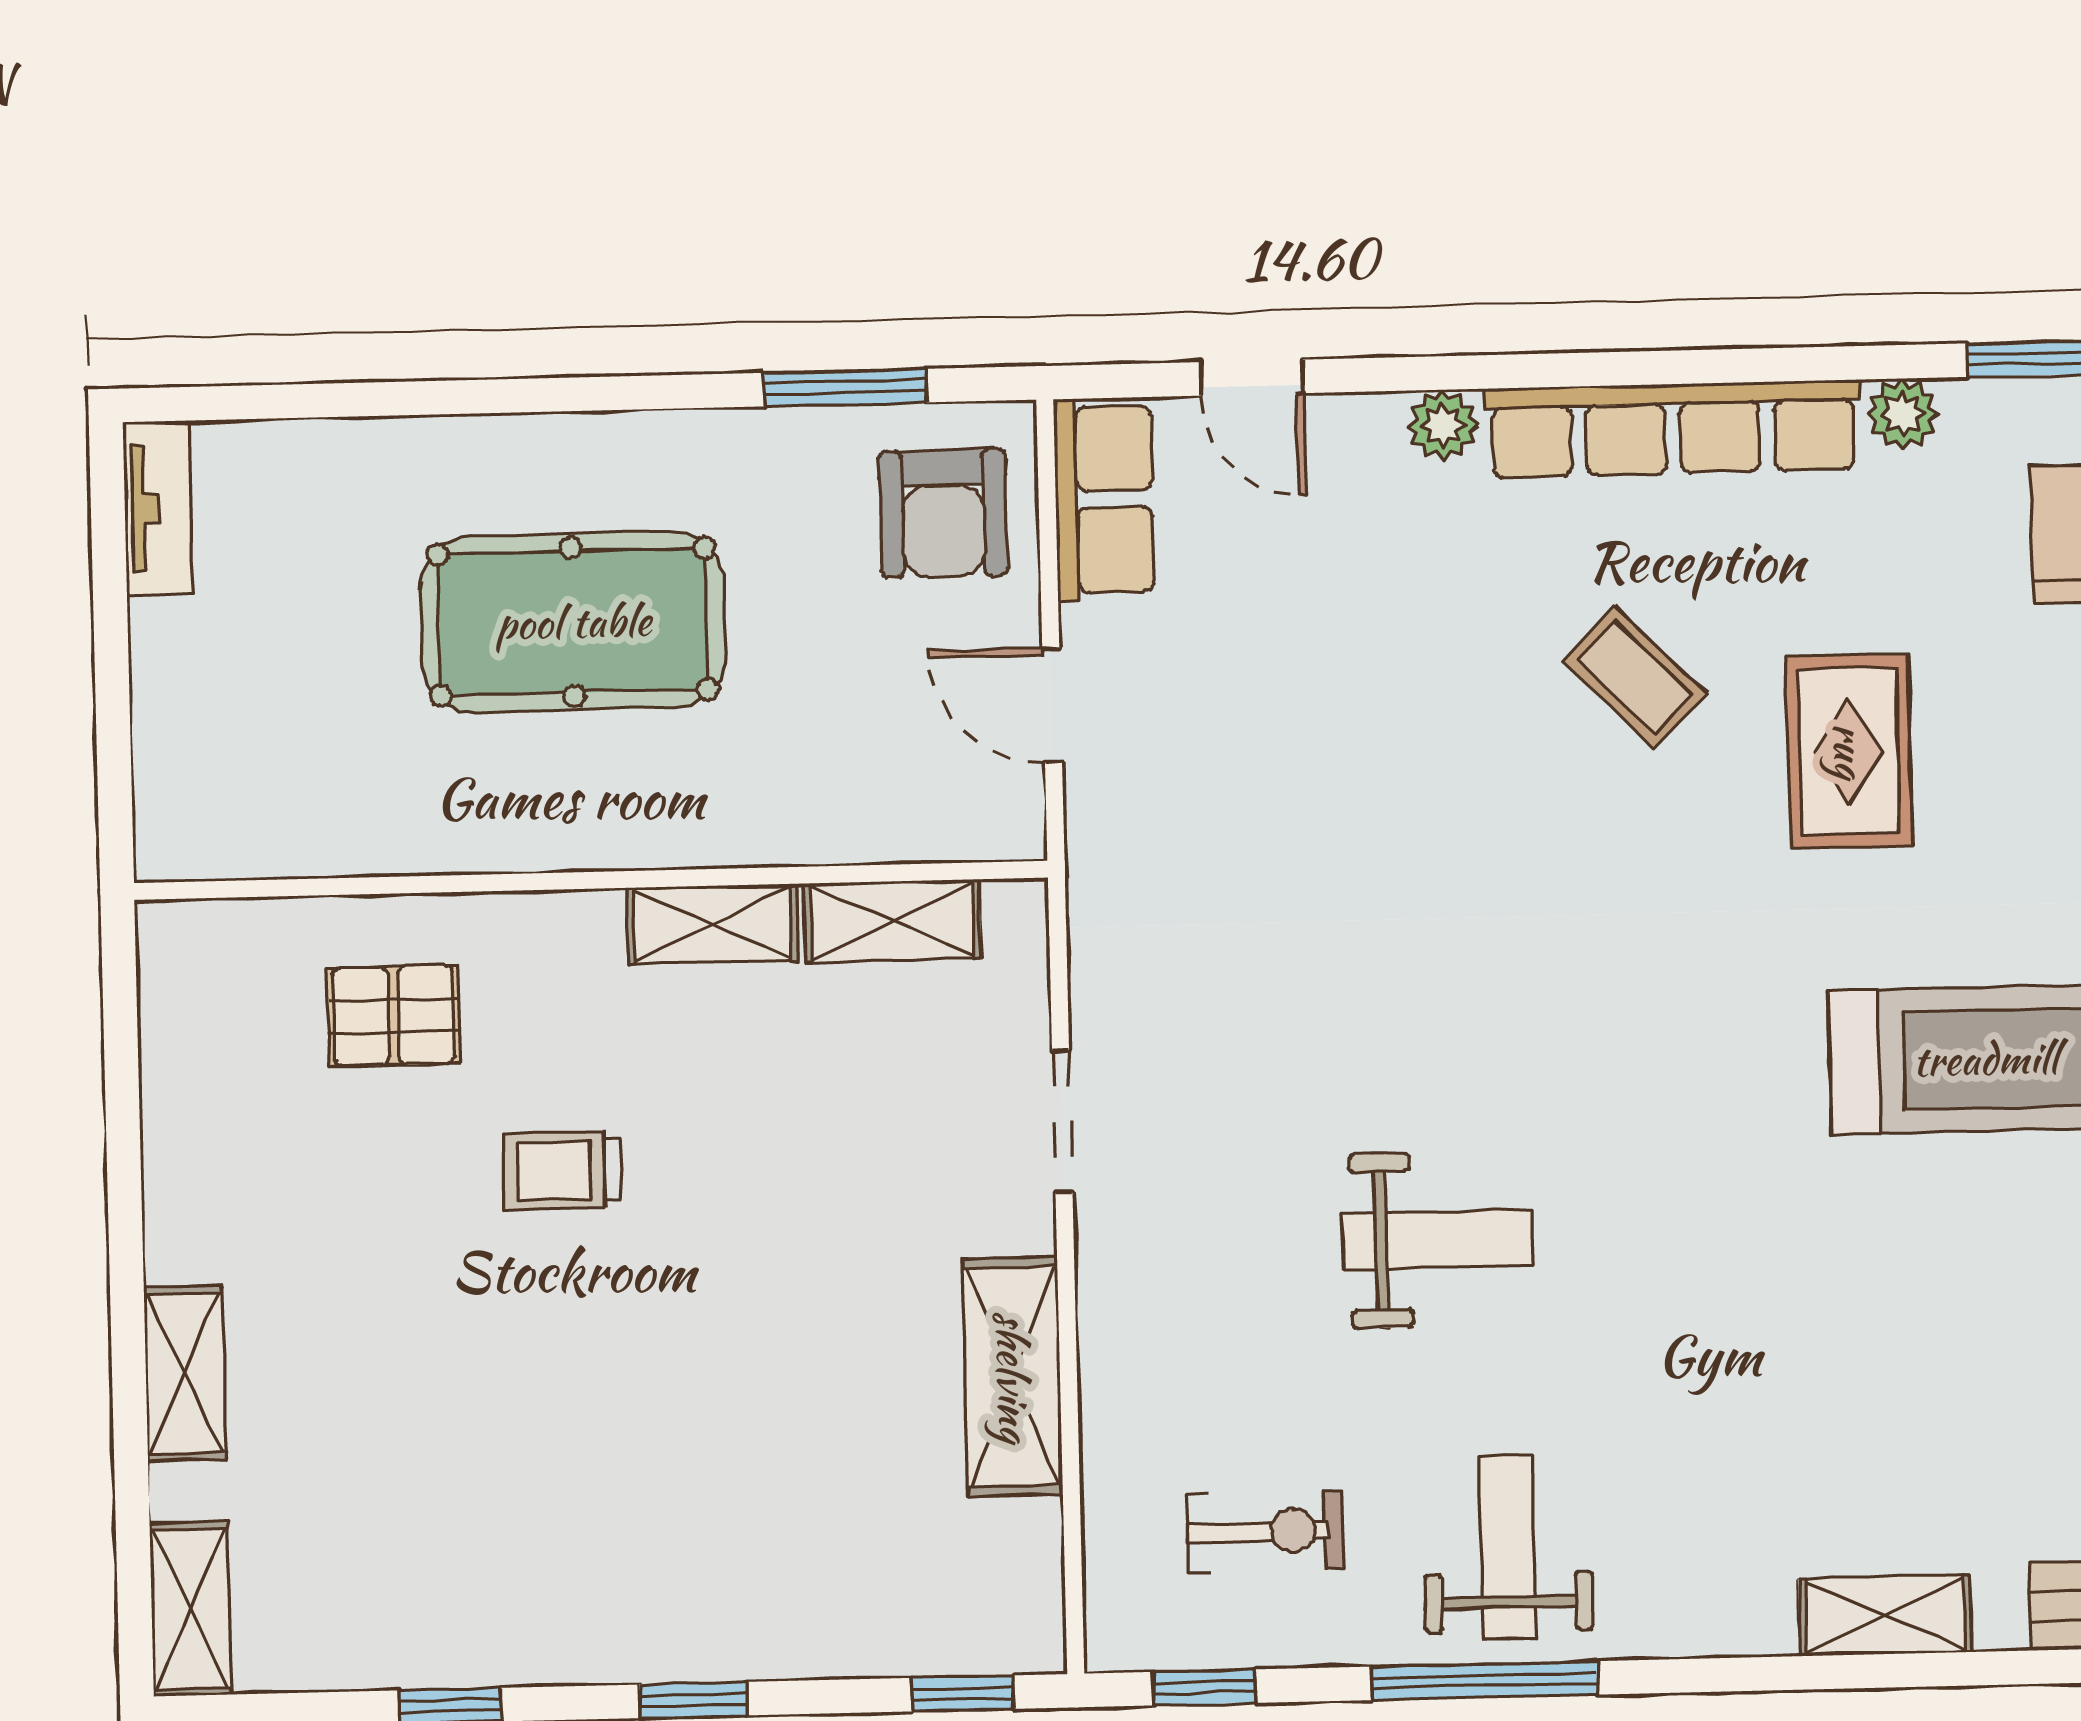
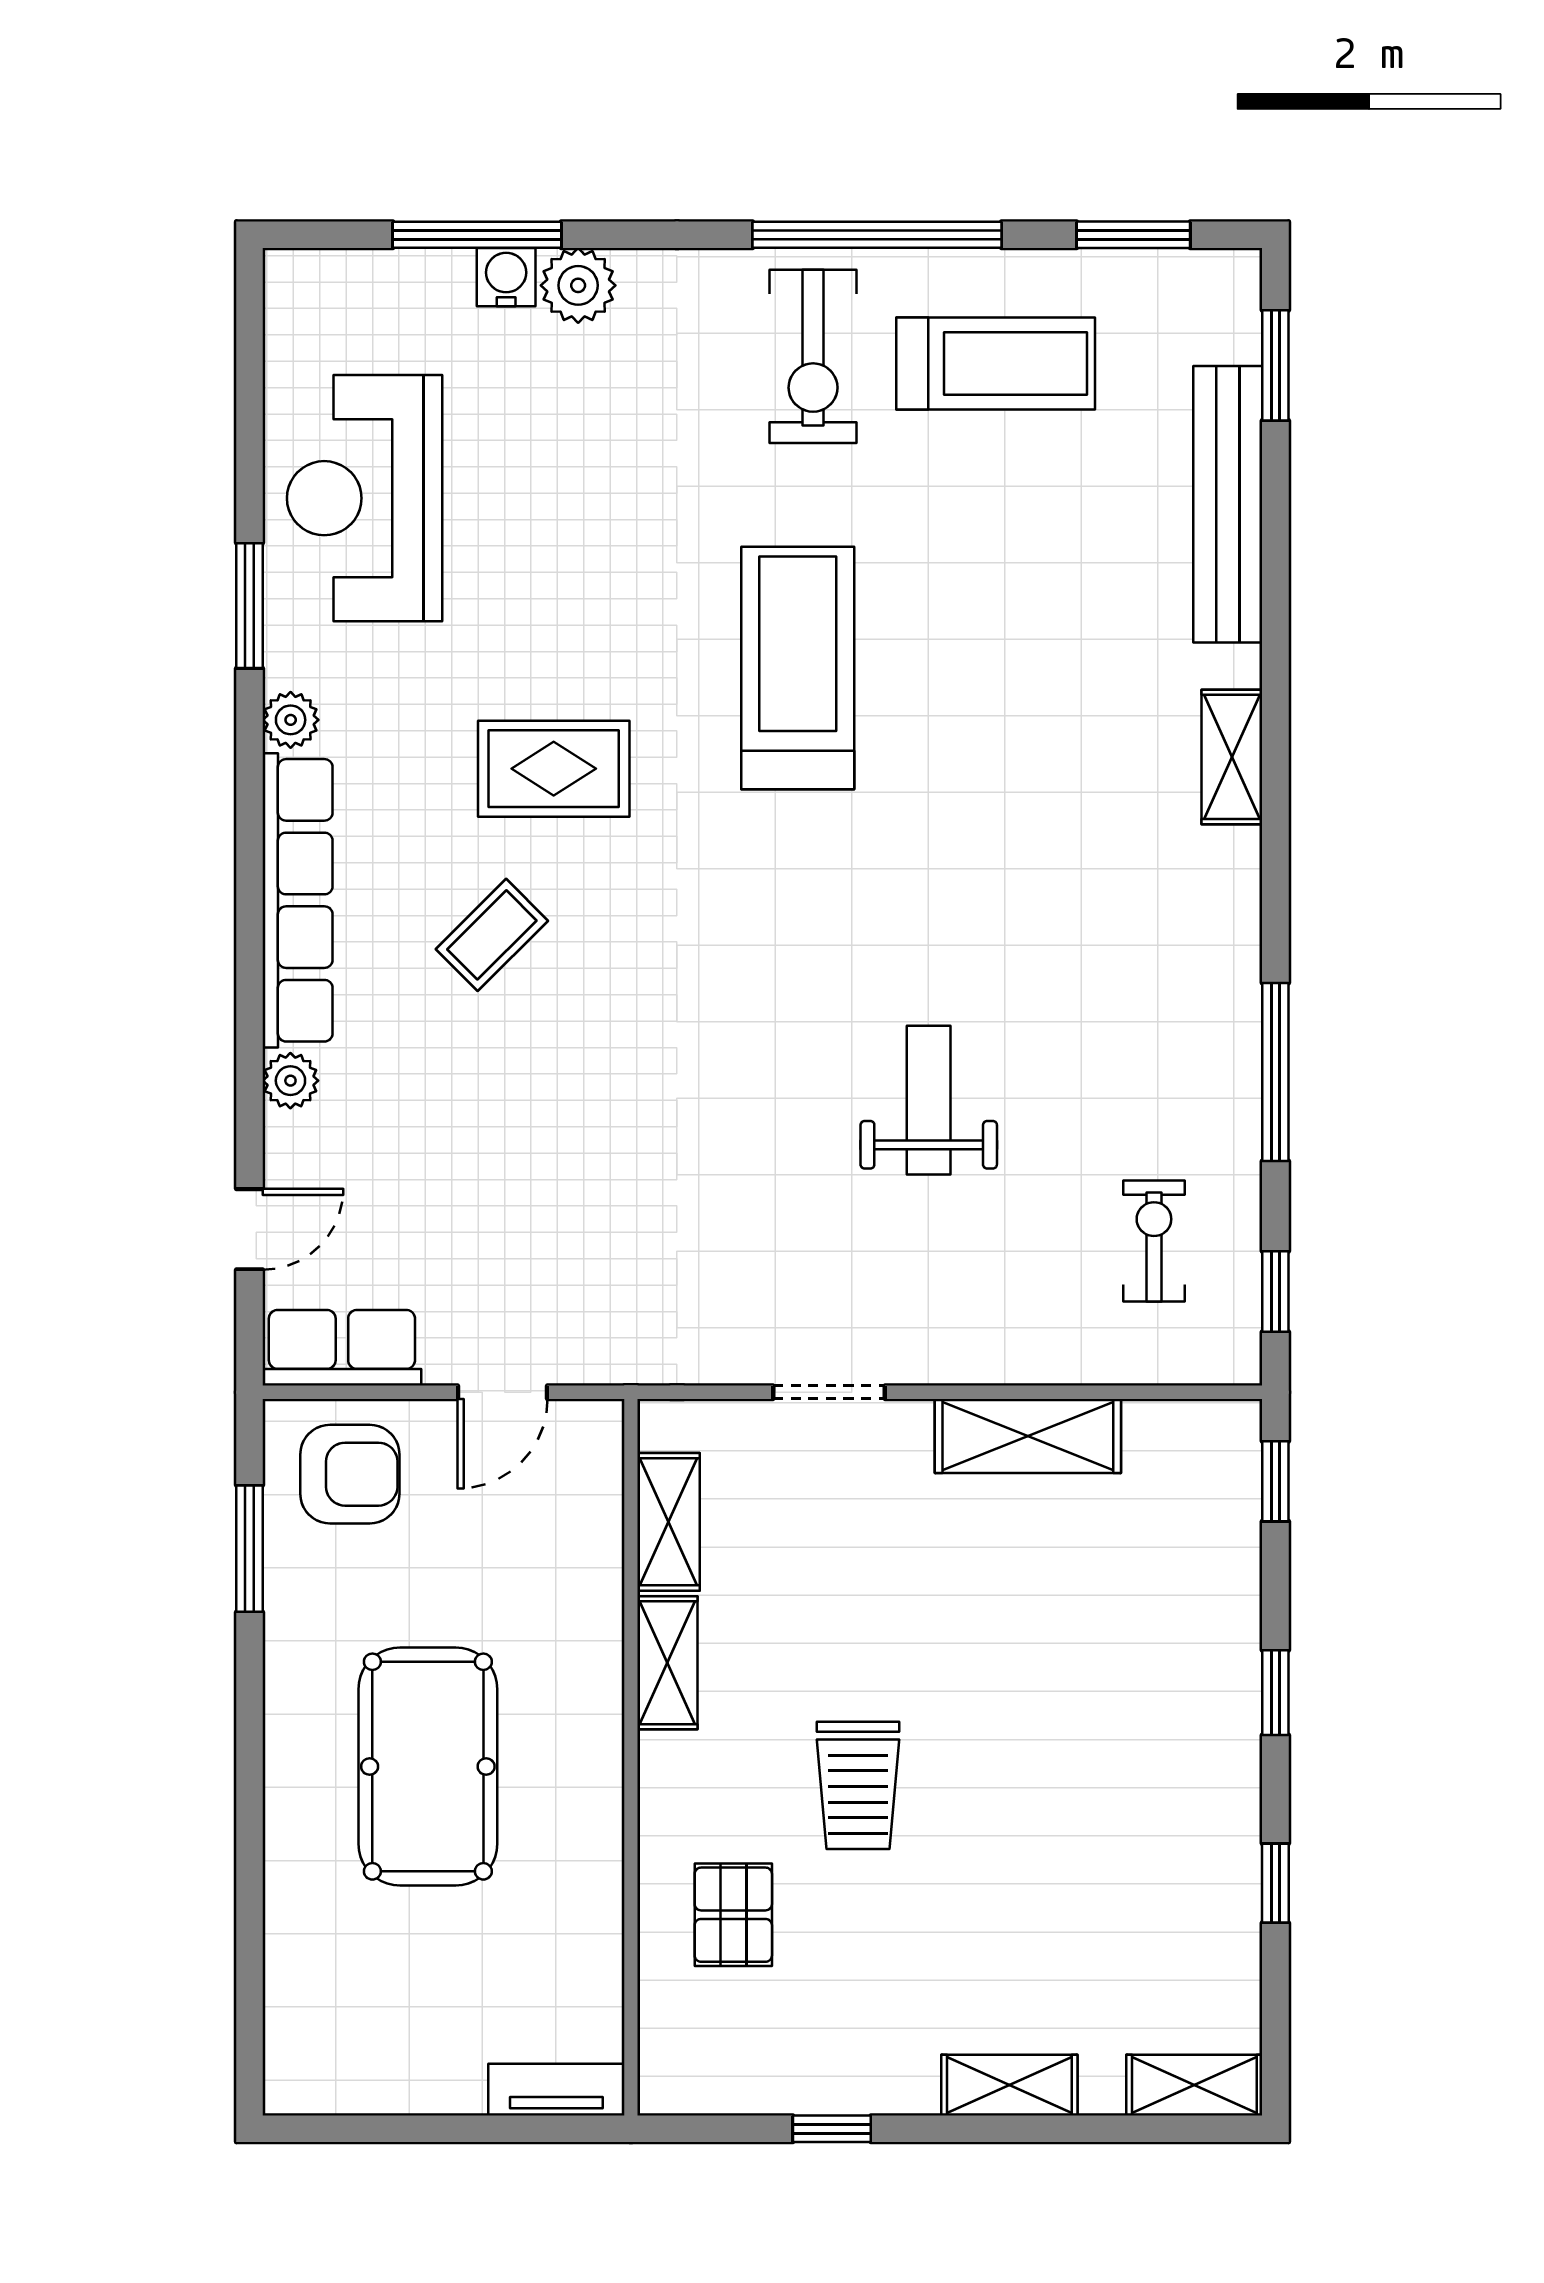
tv unit: (158, 508) -> (556, 2090), moved
window: (123, 1148) -> (832, 2129), added
trolley: (562, 1171) -> (858, 1785), width x1.36, depth x1.39
weight bench: (1508, 1547) -> (1171, 1051), removed

